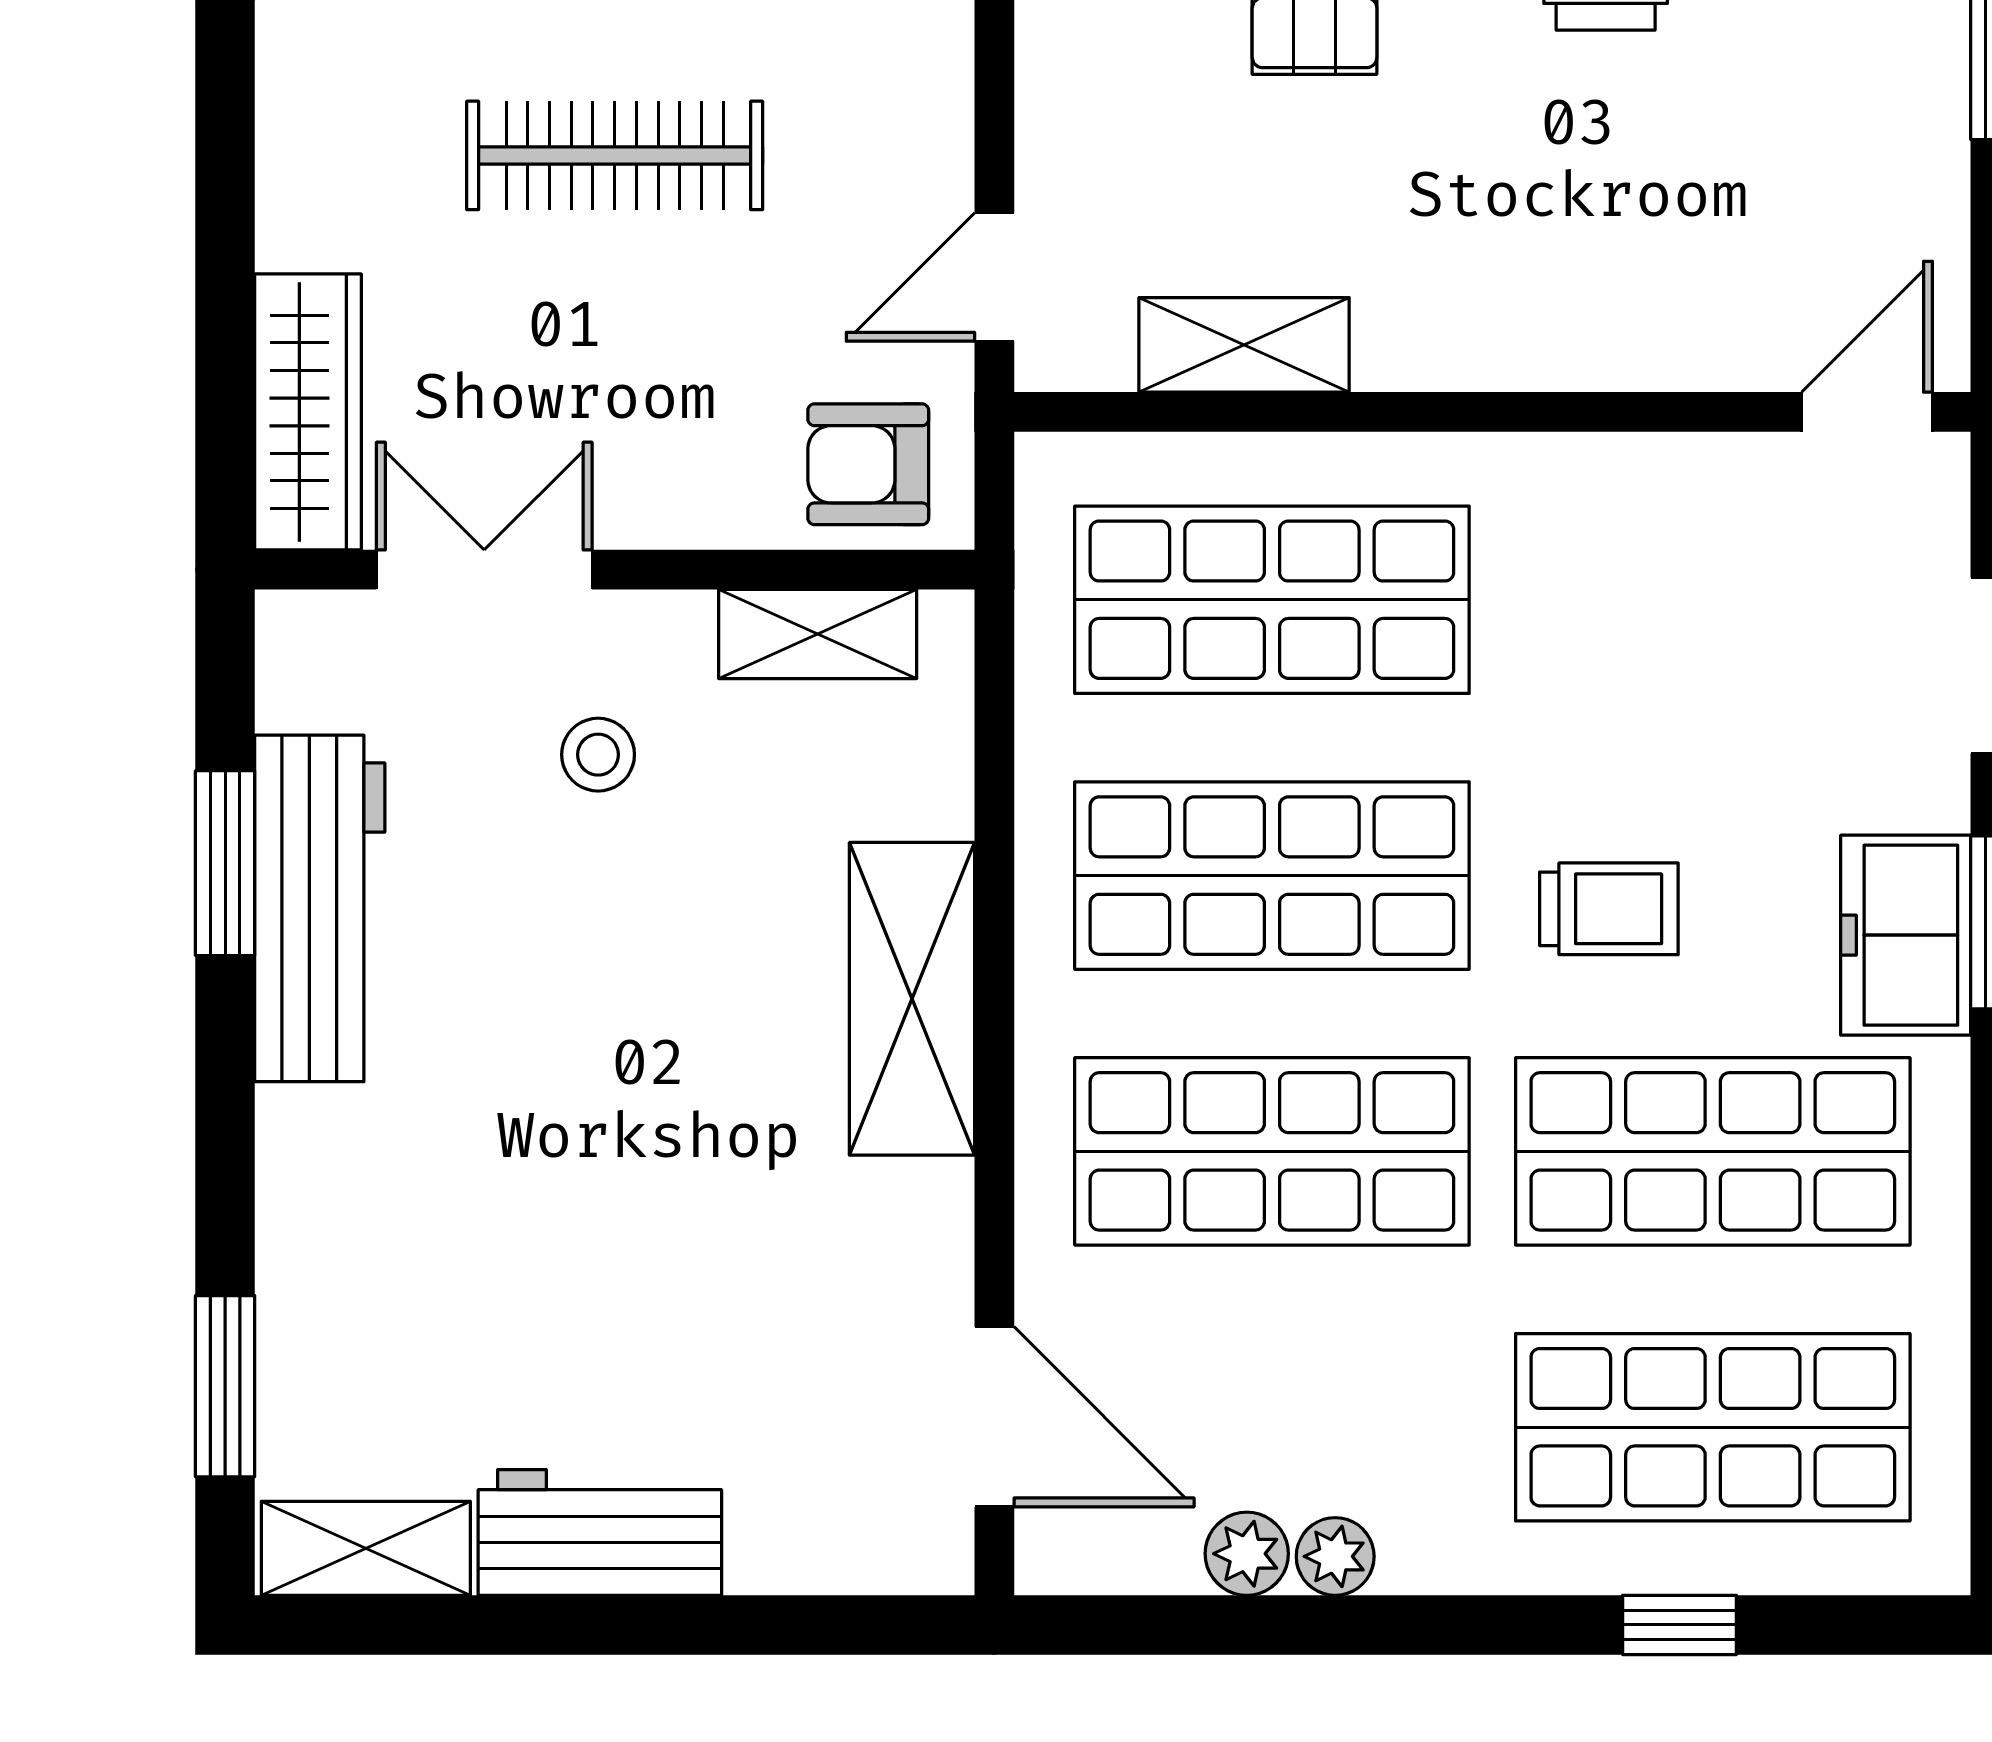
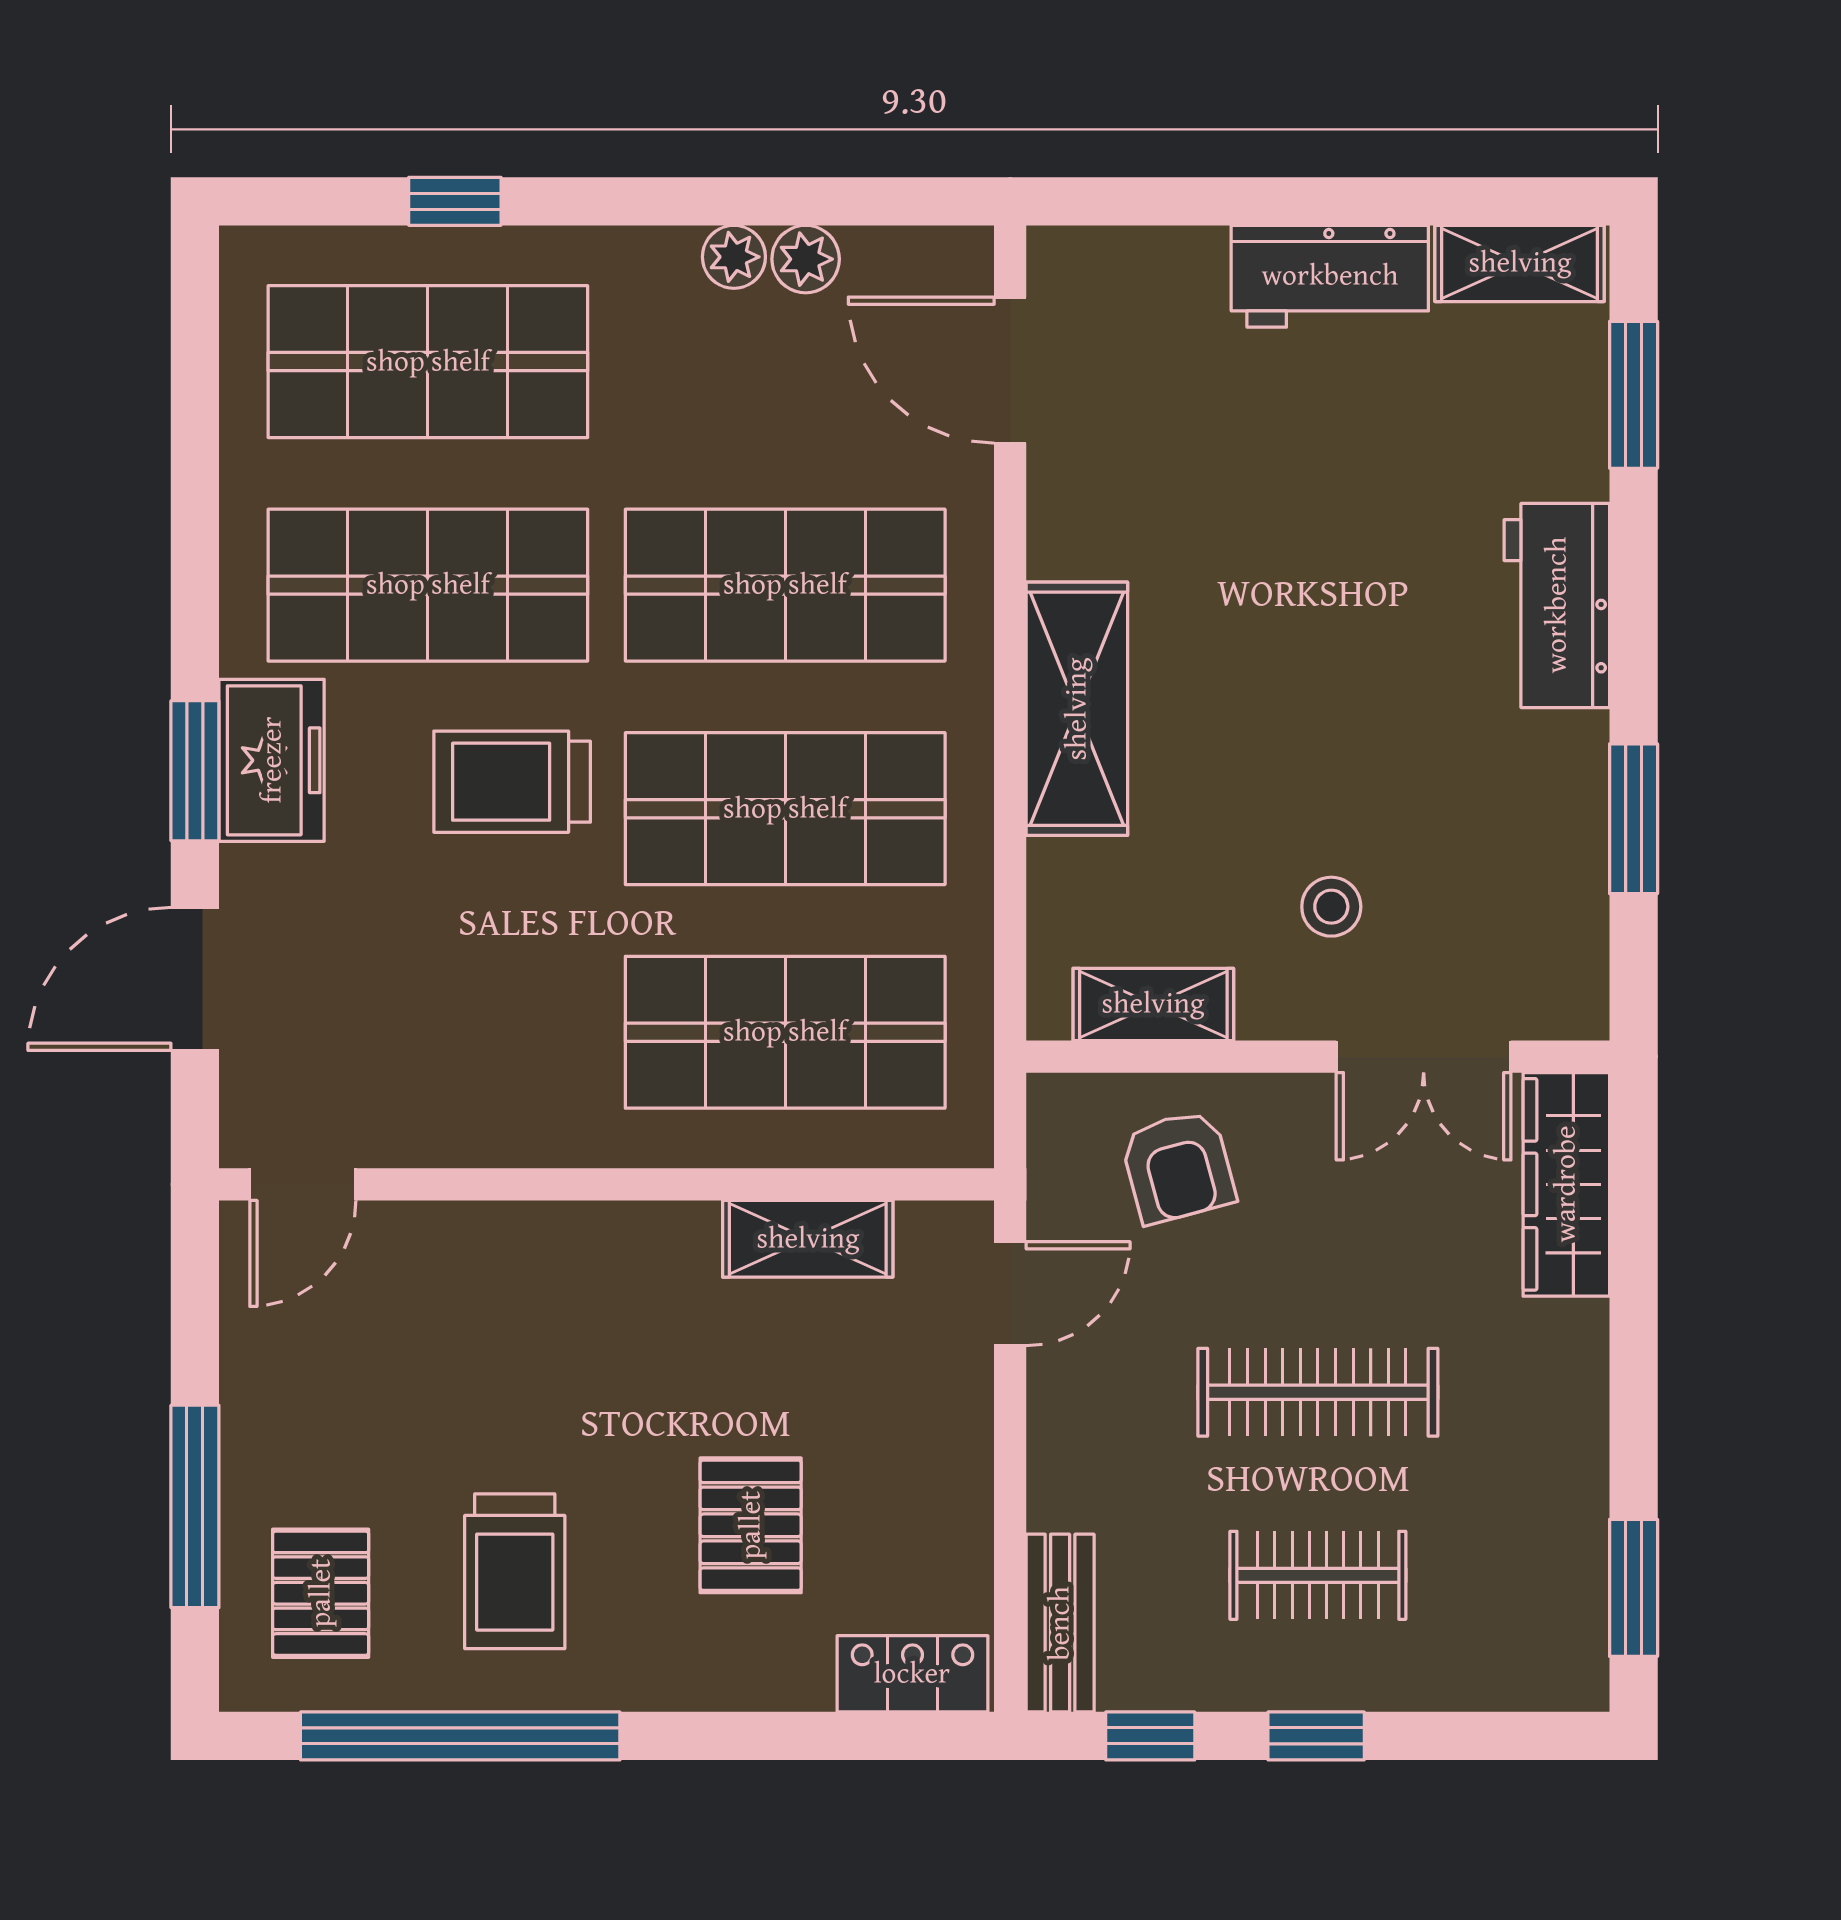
armchair: (868, 464) -> (1178, 1167), moved, turned 75
workbench: (320, 908) -> (1557, 605), moved, width x0.73
trolley: (1609, 909) -> (512, 782), width x1.36, depth x1.39

